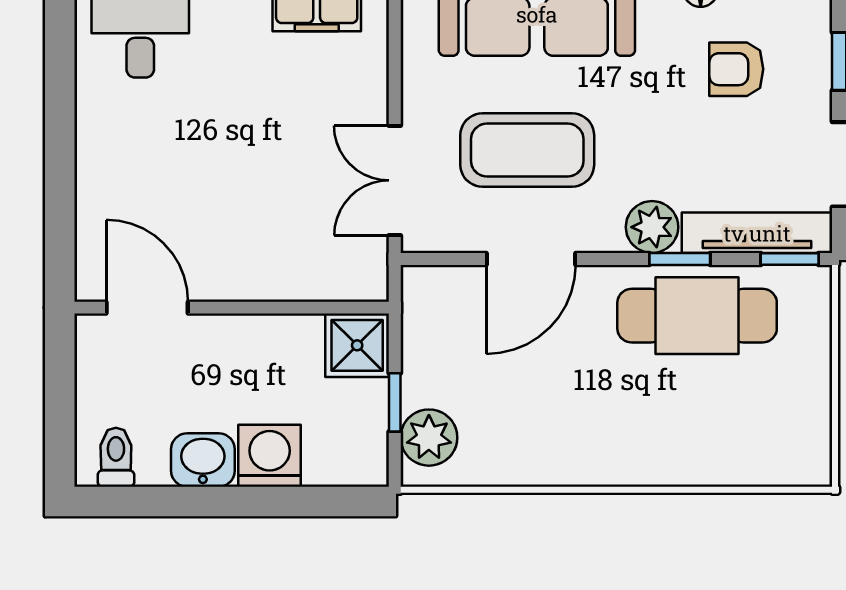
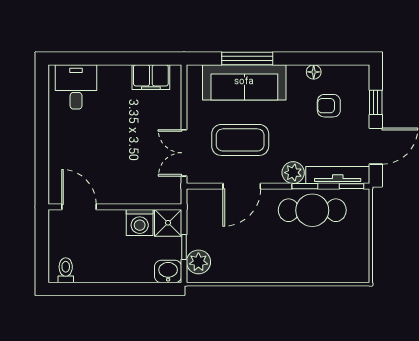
washing machine: (270, 456) -> (140, 222), moved, turned 180
washbasin: (203, 460) -> (168, 271), moved

